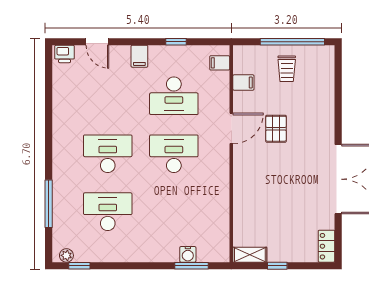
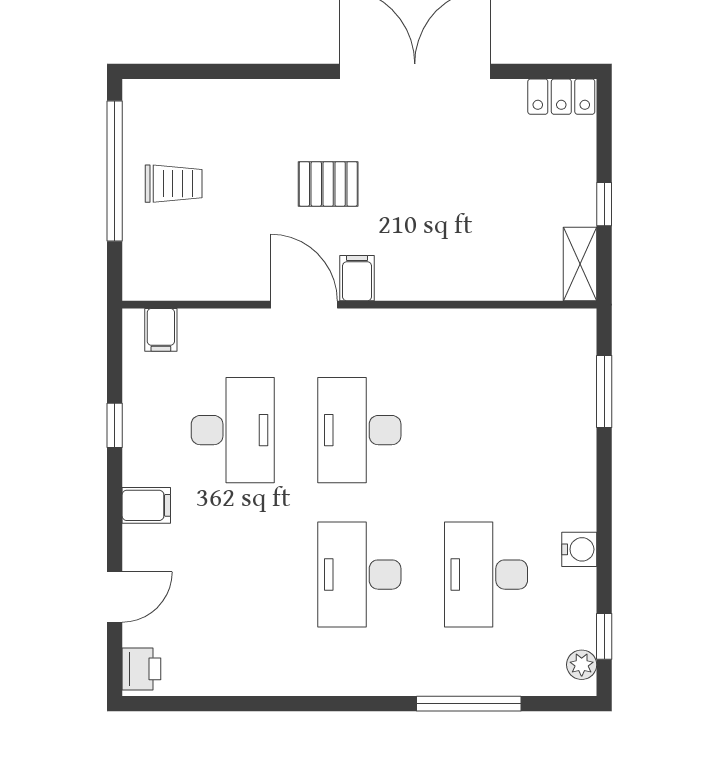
filing cabinet: (243, 83) -> (357, 278), moved
pallet: (276, 129) -> (328, 184), moved
water cooler: (188, 254) -> (579, 549), moved

